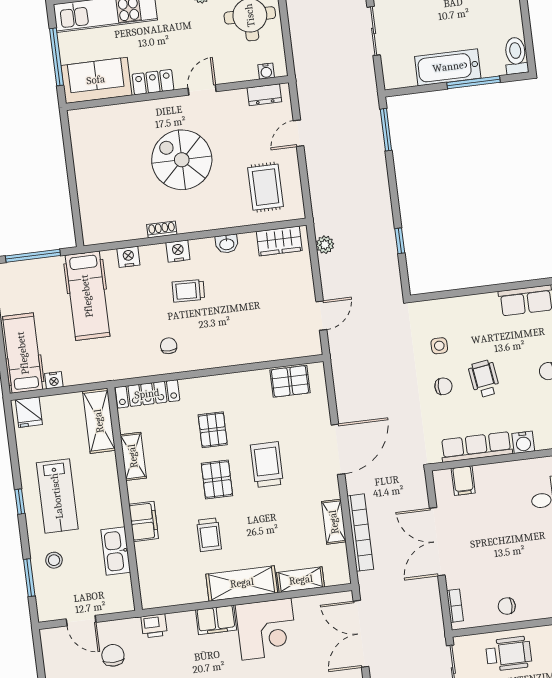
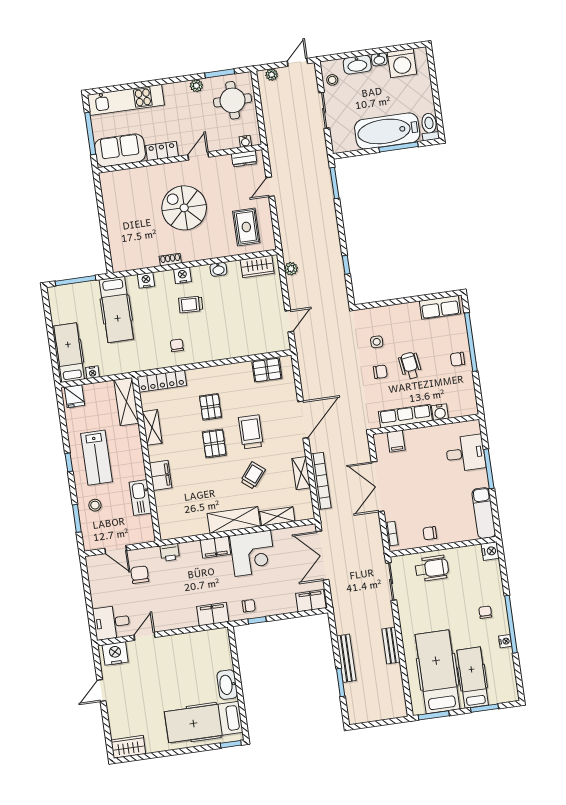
bathtub: (448, 67) -> (387, 131), width x1.36, depth x1.36
trolley: (209, 535) -> (253, 475), moved, turned -141

